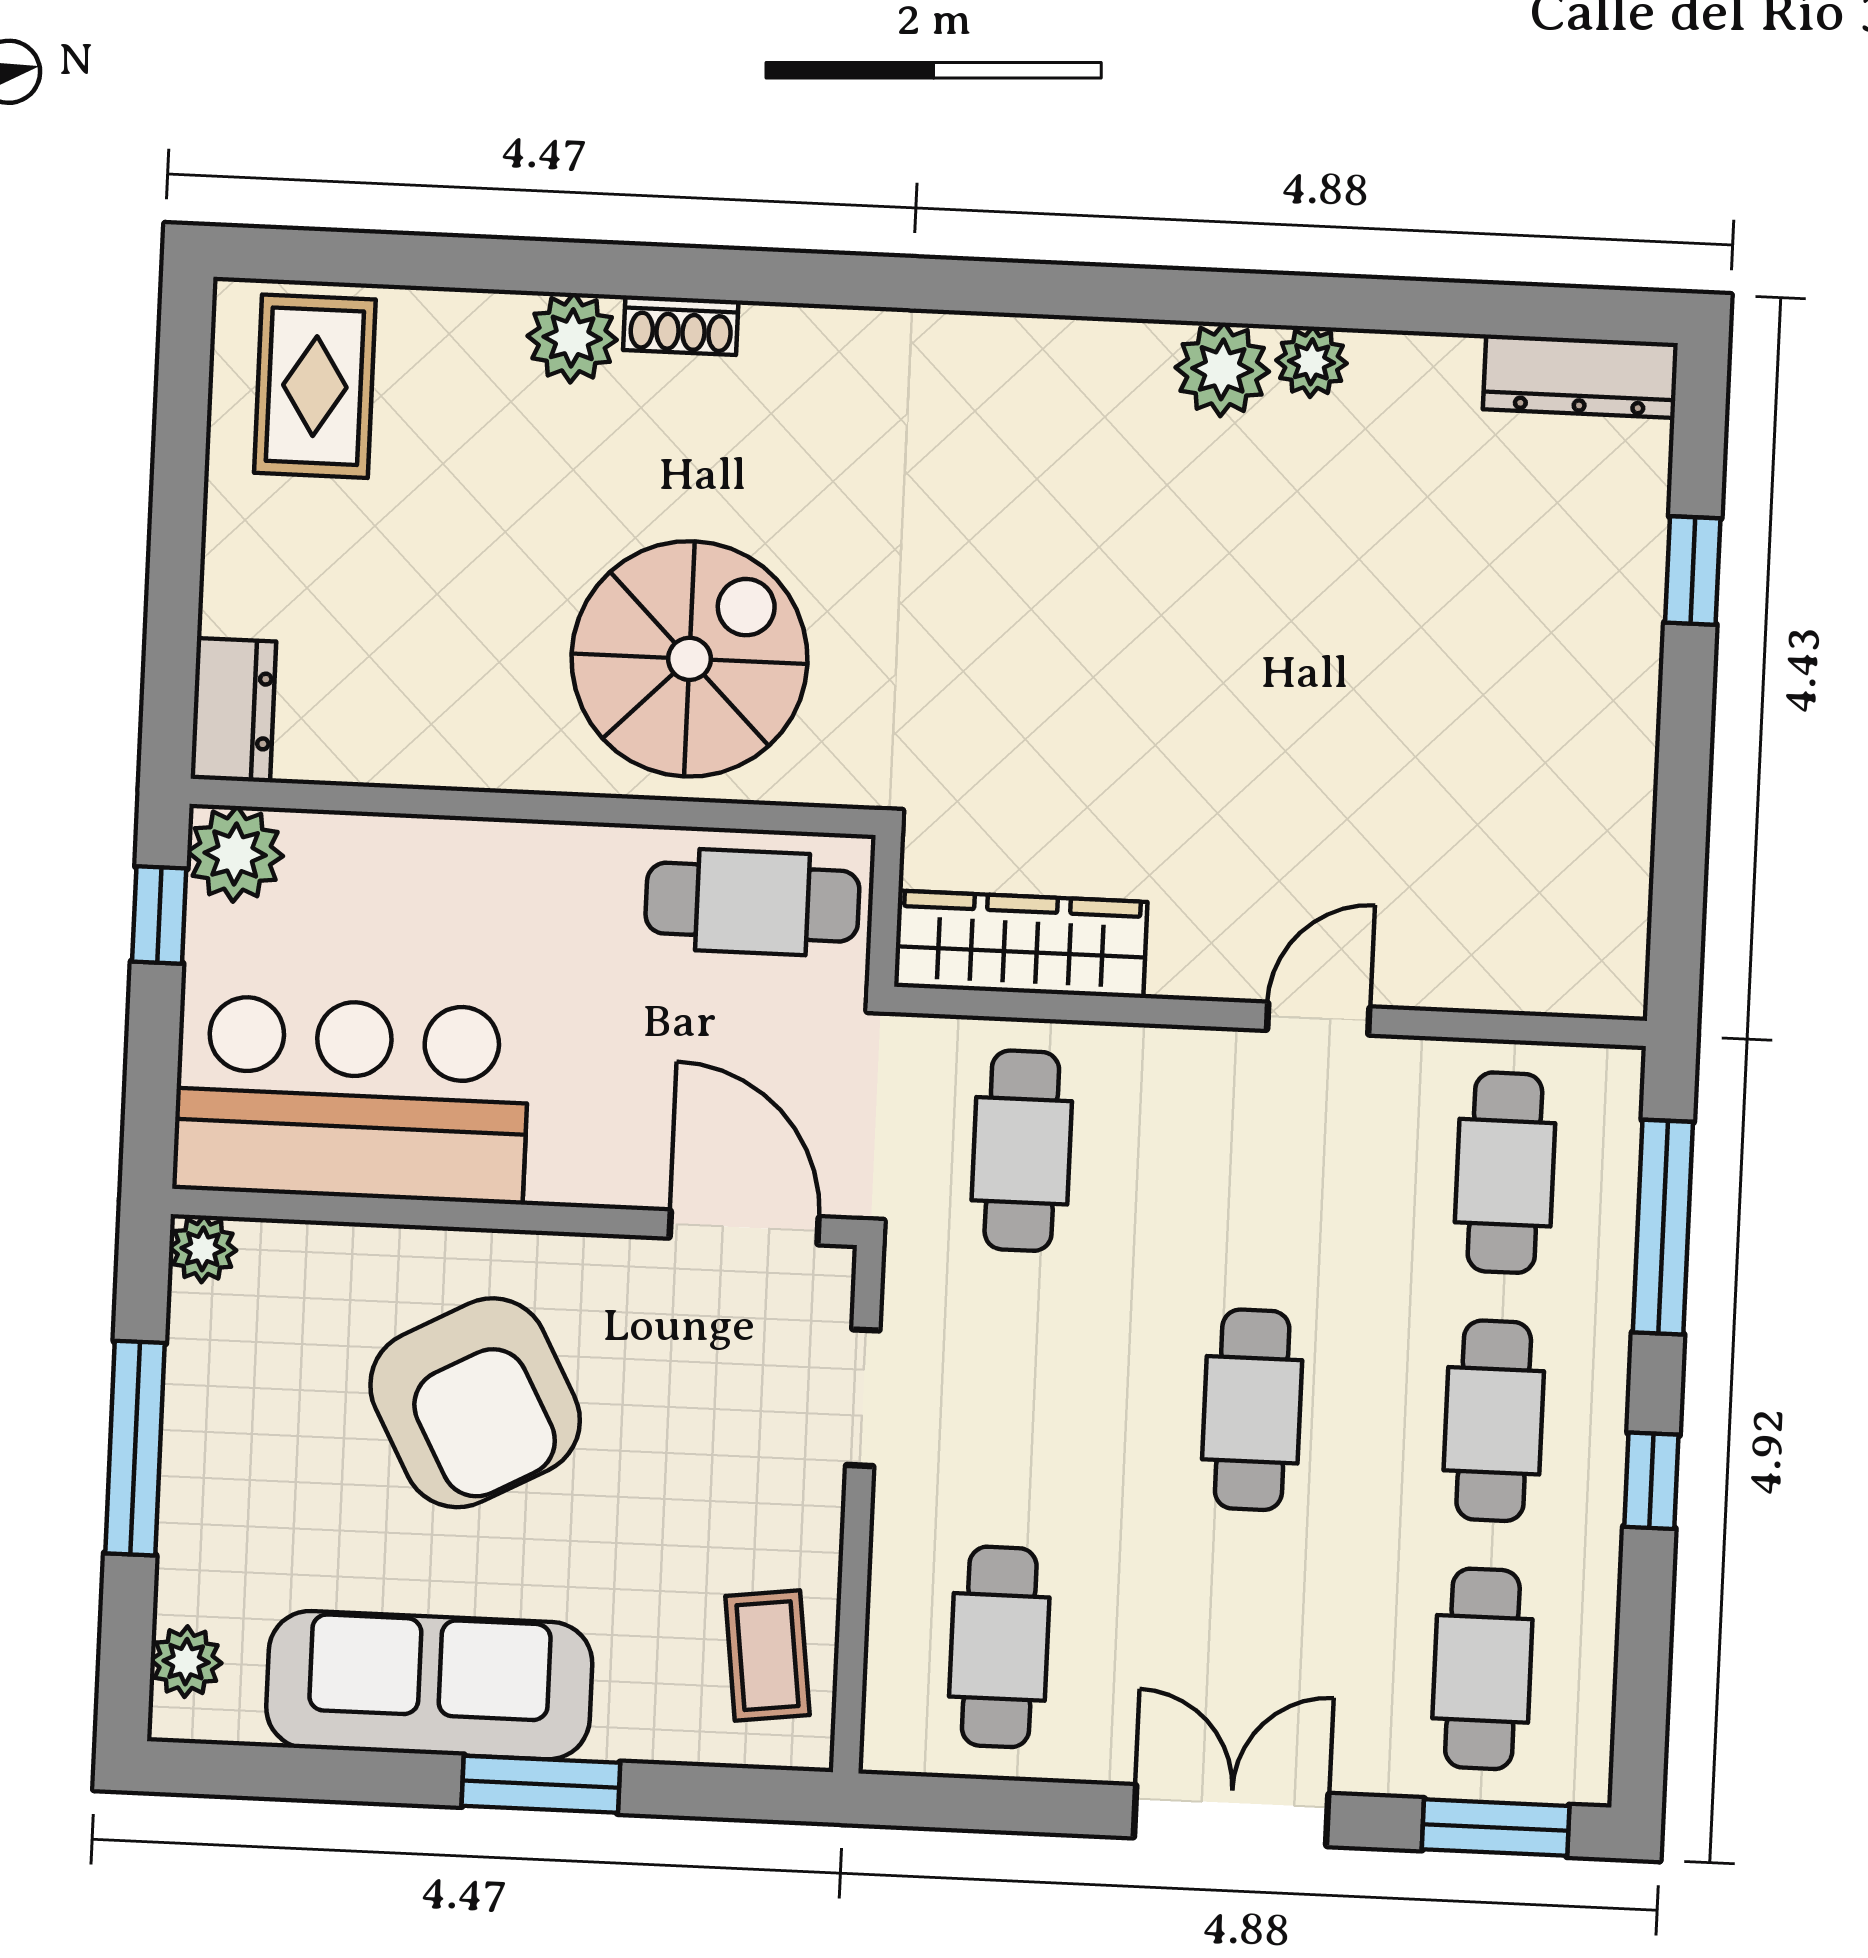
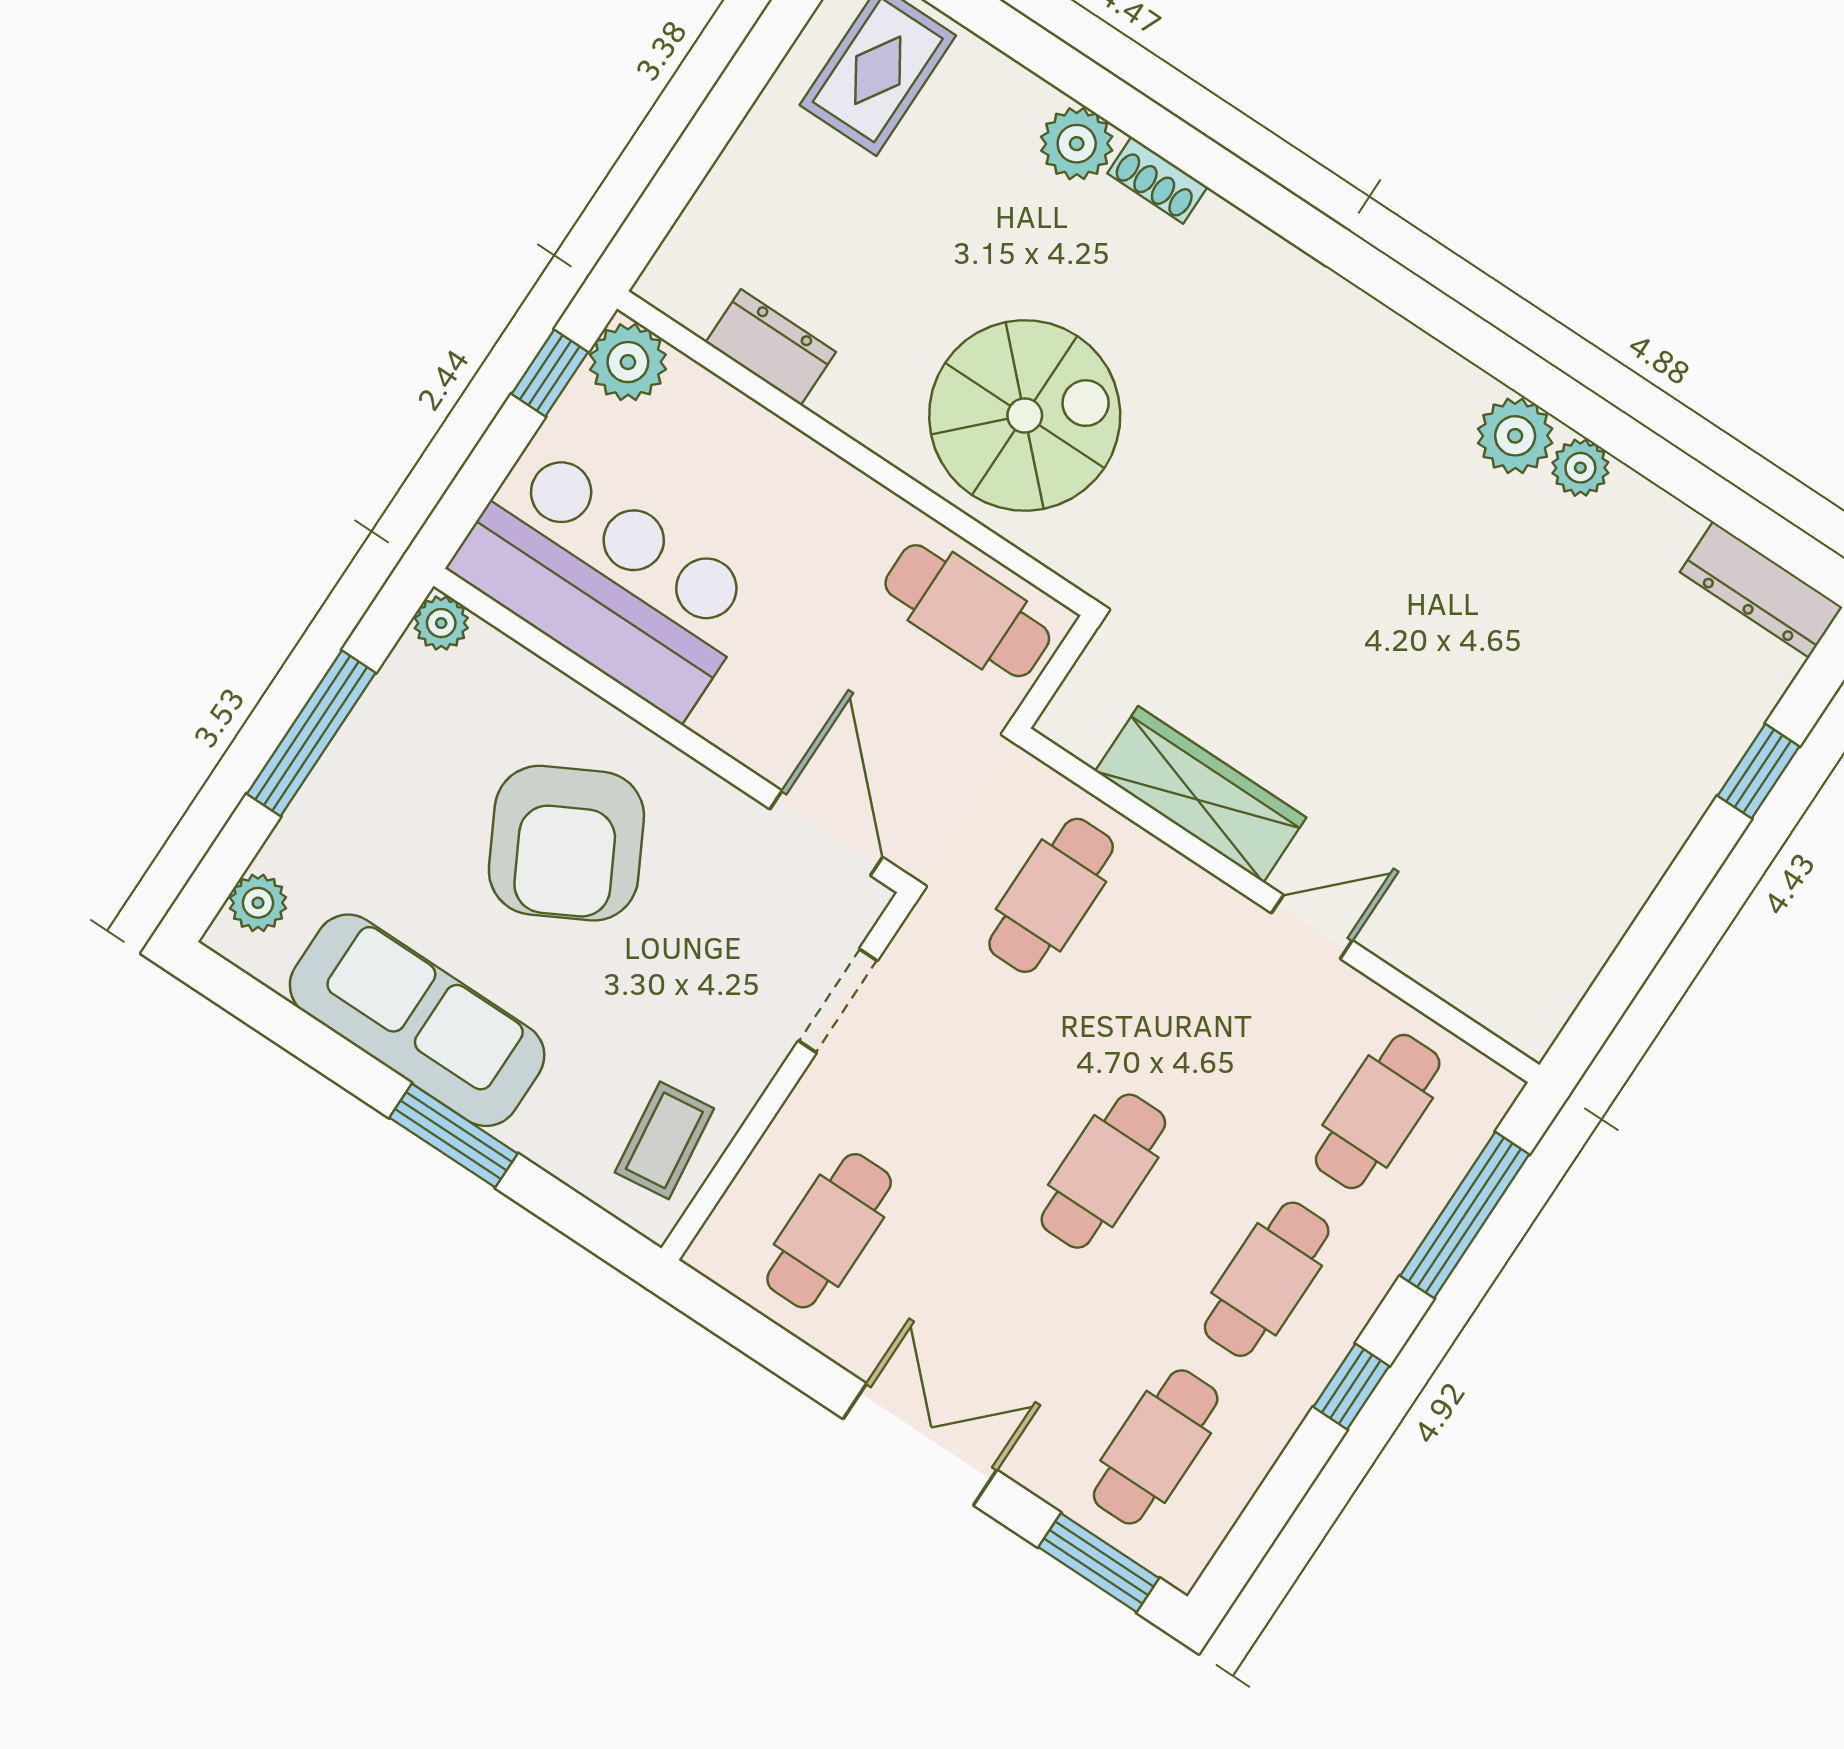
dresser: (233, 710) -> (771, 347), moved, turned -90
wardrobe: (1021, 944) -> (1201, 794), moved

